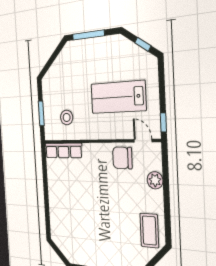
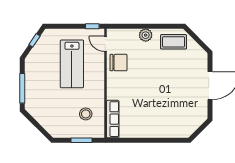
door: (143, 141) -> (105, 44), hinge flipped
chair: (122, 158) -> (119, 63), turned -91
plant: (155, 180) -> (146, 35), moved

